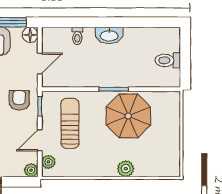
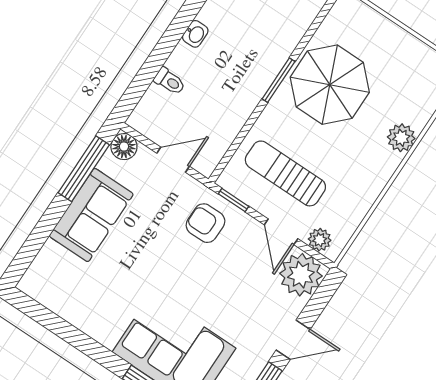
washbasin: (109, 35) -> (195, 34), width x0.52, depth x0.69
door: (40, 63) -> (173, 160), hinge flipped
plant: (31, 170) -> (301, 275), width x1.88, depth x1.88

